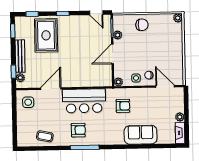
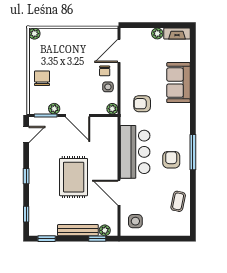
rug: (46, 35) -> (74, 177), moved, turned 90
armchair: (123, 106) -> (142, 104), turned -90

